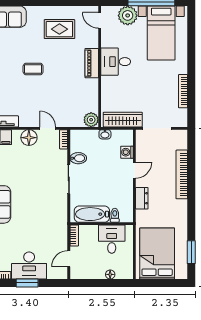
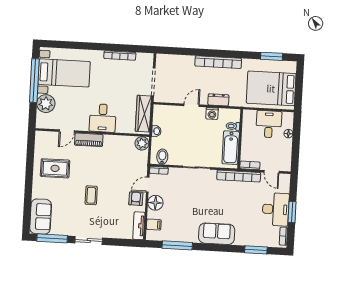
door: (100, 20) -> (67, 131), moved
rug: (59, 29) -> (55, 168), turned 90
desk: (116, 62) -> (103, 118), moved
armchair: (32, 117) -> (136, 199), added
washing machine: (127, 152) -> (212, 113), moved
bidet: (78, 158) -> (162, 157), moved
door: (134, 170) -> (192, 105), hinge flipped
bookcase: (182, 174) -> (218, 62), moved
bookcase: (62, 224) -> (239, 176), added
desk: (112, 239) -> (269, 124), moved, turned 90

